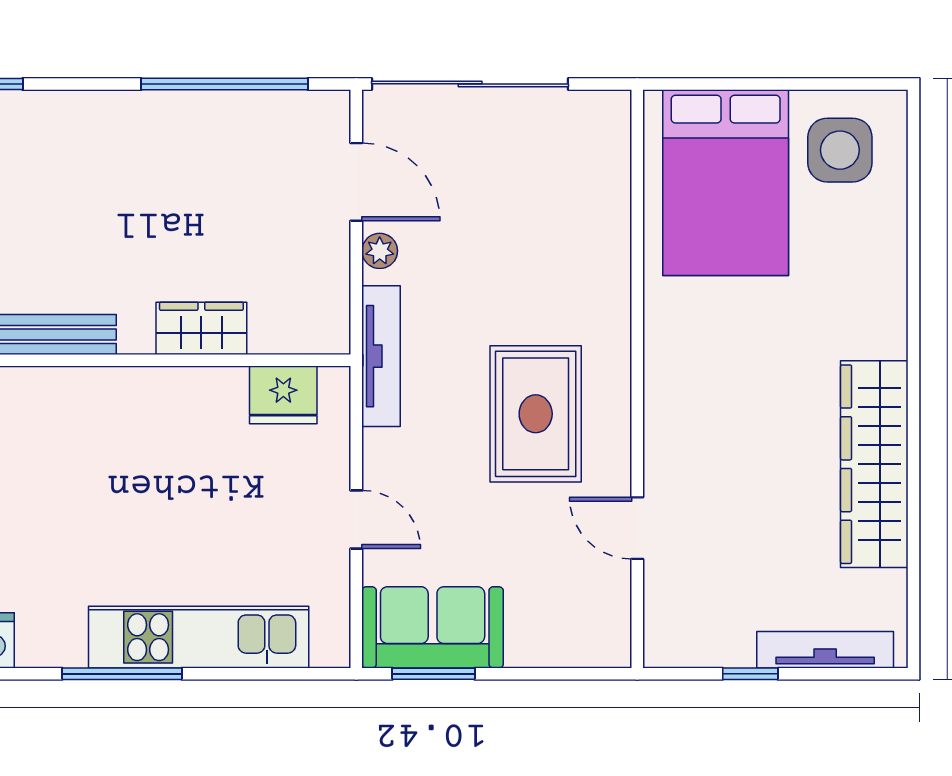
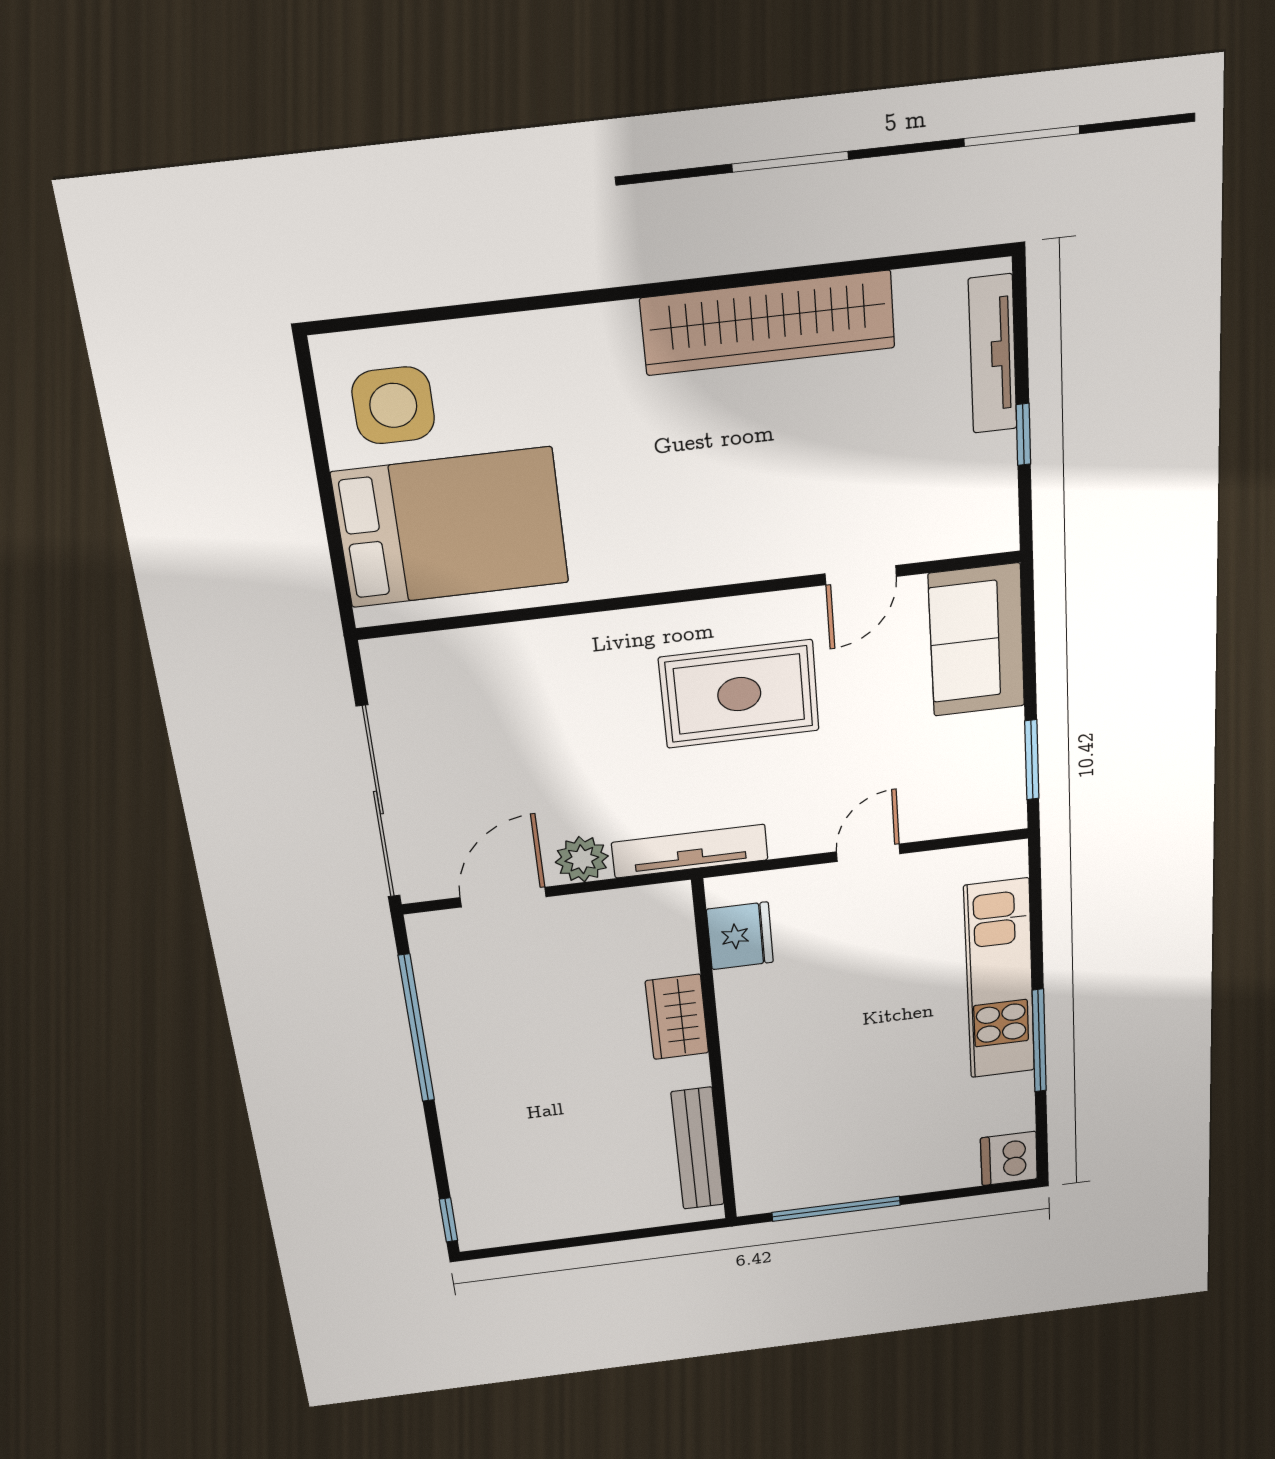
plant: (380, 251) -> (582, 859), width x1.38, depth x1.38
sofa: (433, 627) -> (977, 640), moved

